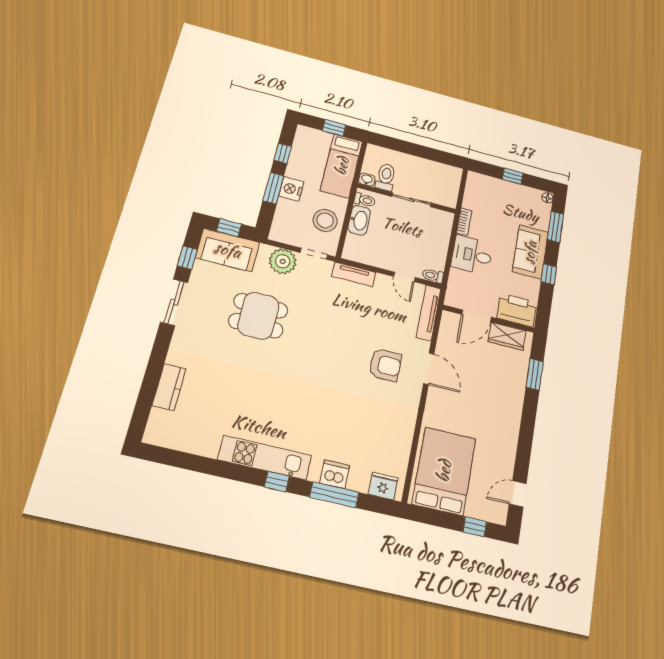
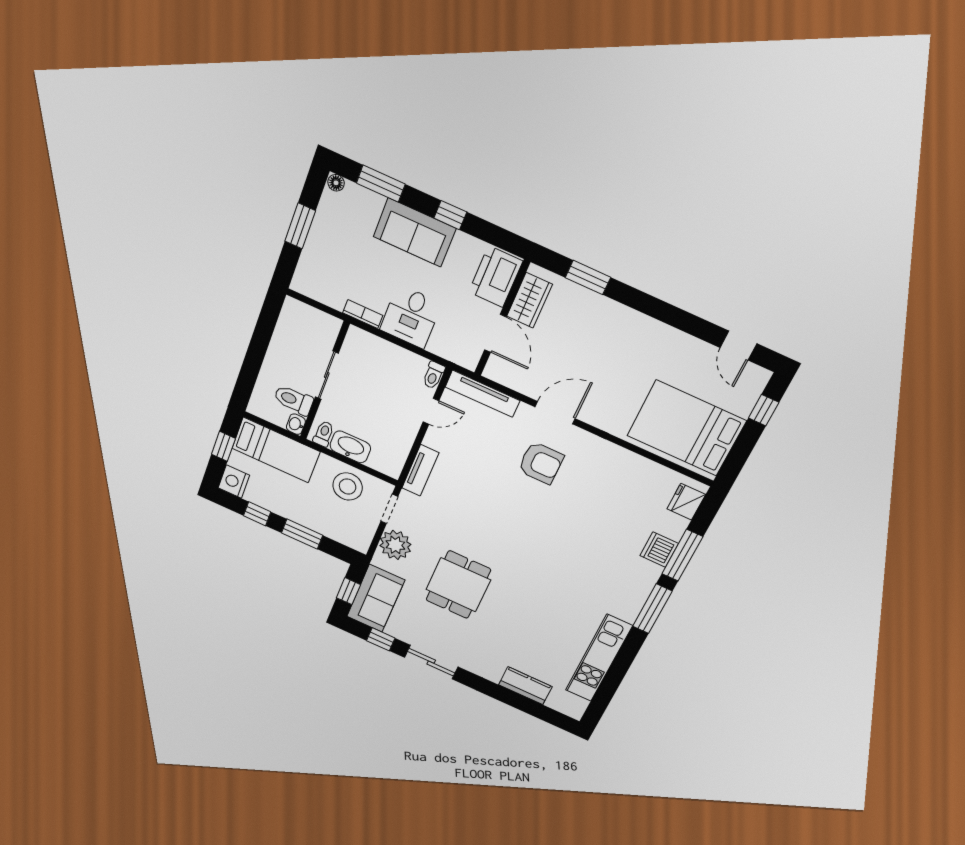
window: (513, 176) -> (300, 226), width x1.50
nightstand: (291, 189) -> (234, 482), moved, turned 90
armchair: (385, 365) -> (541, 463), turned 90
kitchen unit: (265, 458) -> (599, 658), moved
window: (277, 482) -> (652, 609), width x2.17

